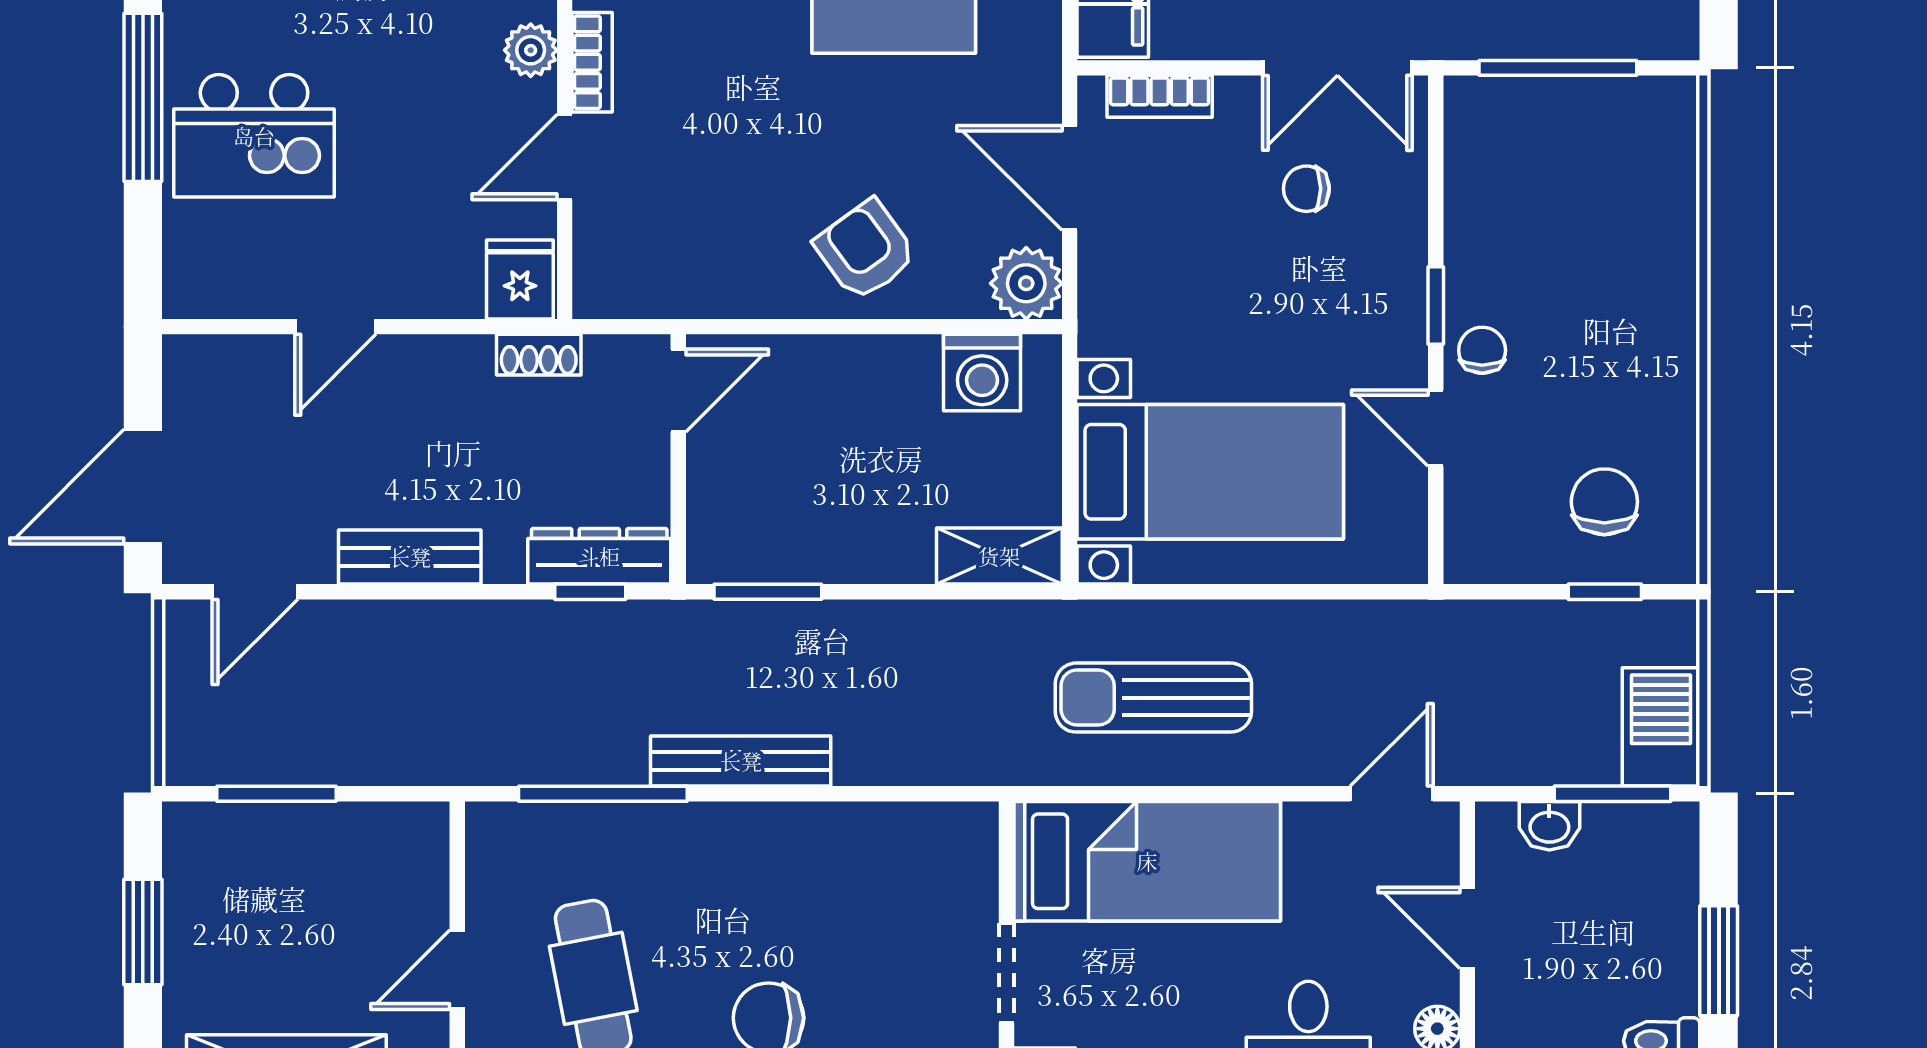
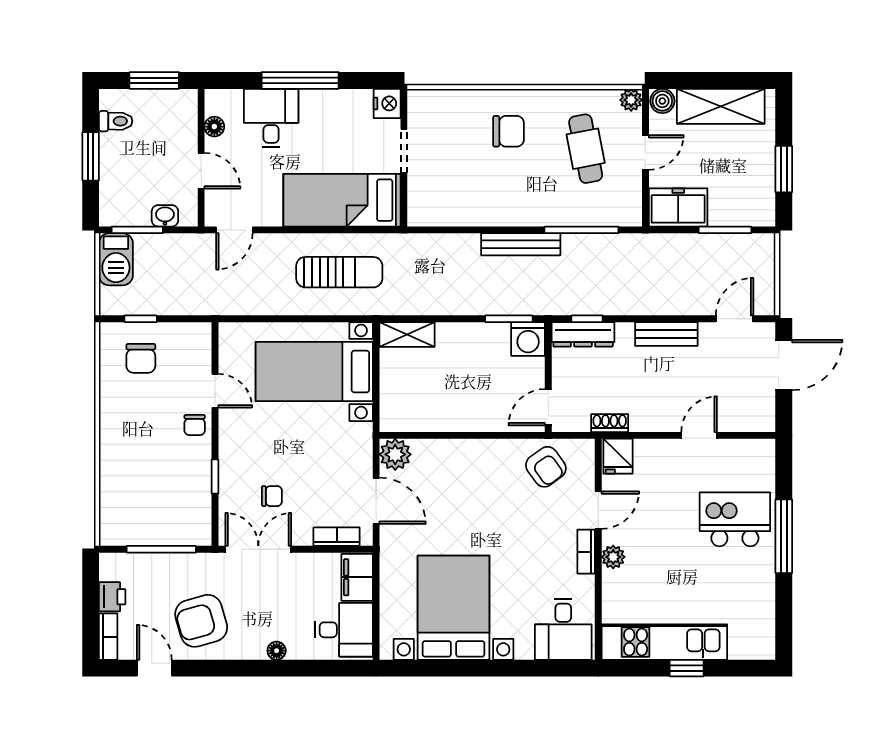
armchair: (865, 250) -> (546, 467), moved
window: (1436, 306) -> (215, 477), moved
washing machine: (982, 373) -> (528, 339), moved, turned 180
freezer: (383, 845) -> (678, 207), added

